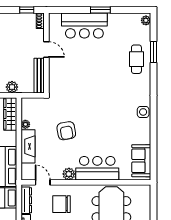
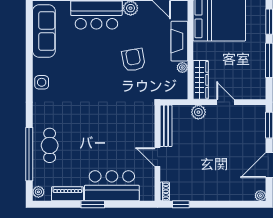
piano: (121, 19) -> (68, 194), added
window: (153, 52) -> (29, 154), width x2.11
sofa: (141, 161) -> (44, 31), width x1.36

